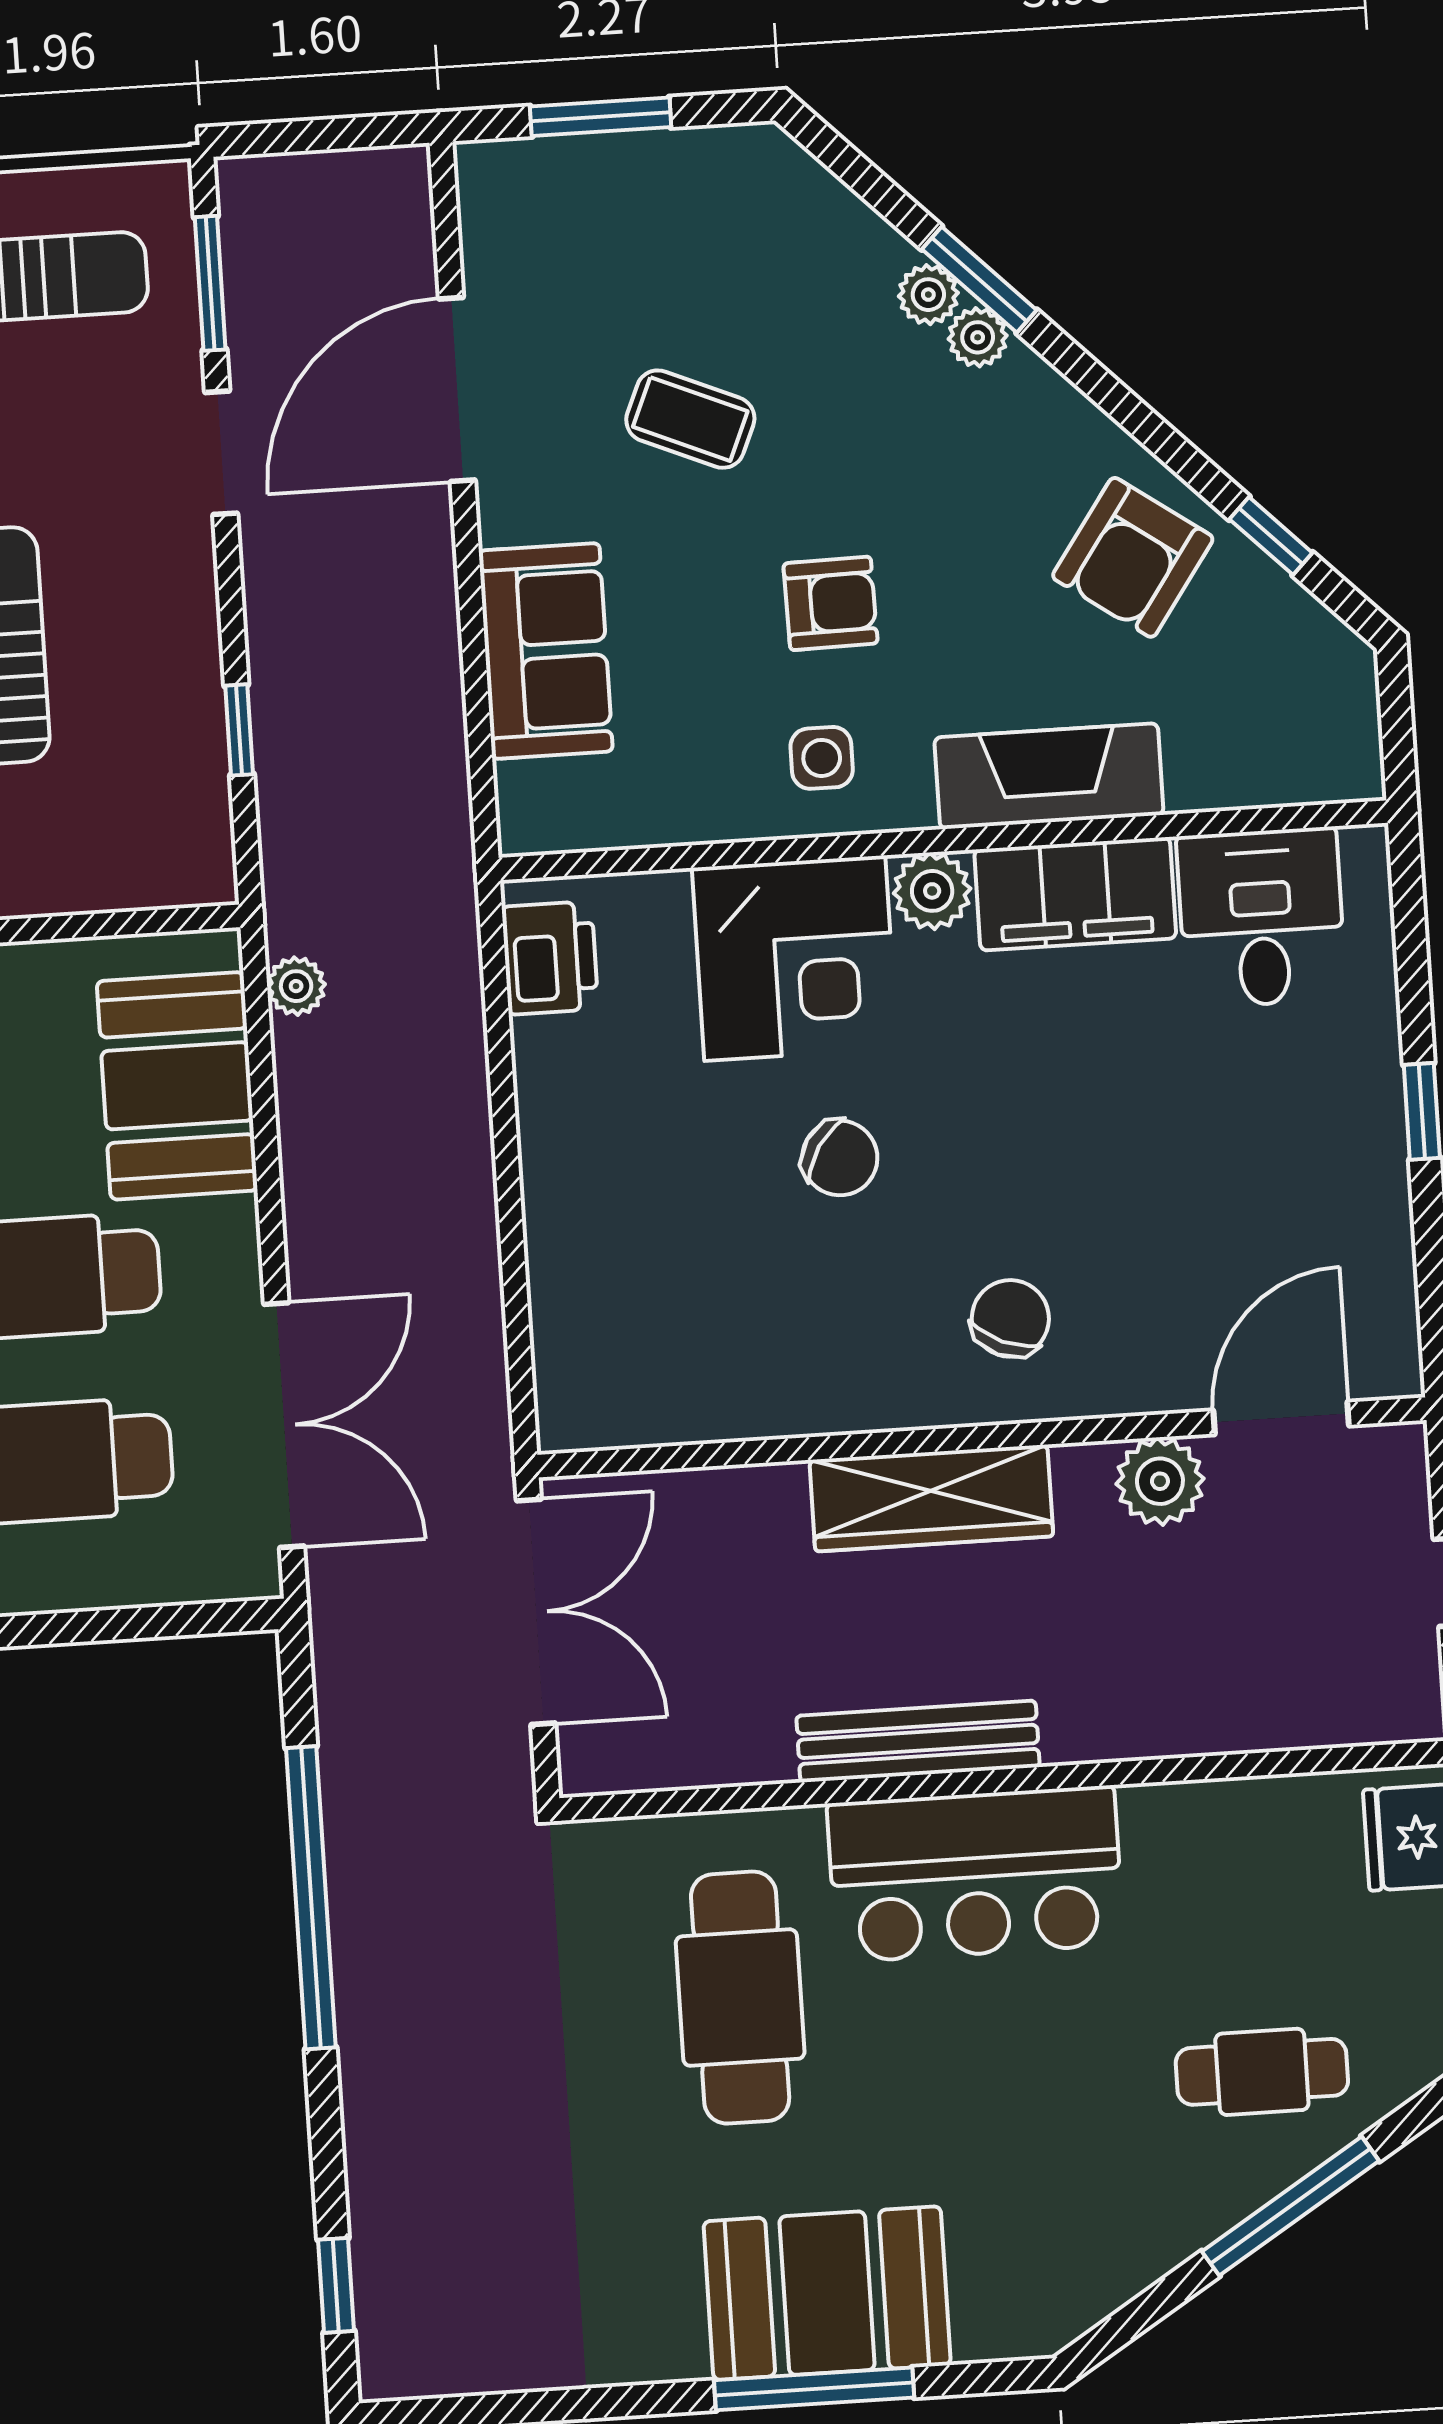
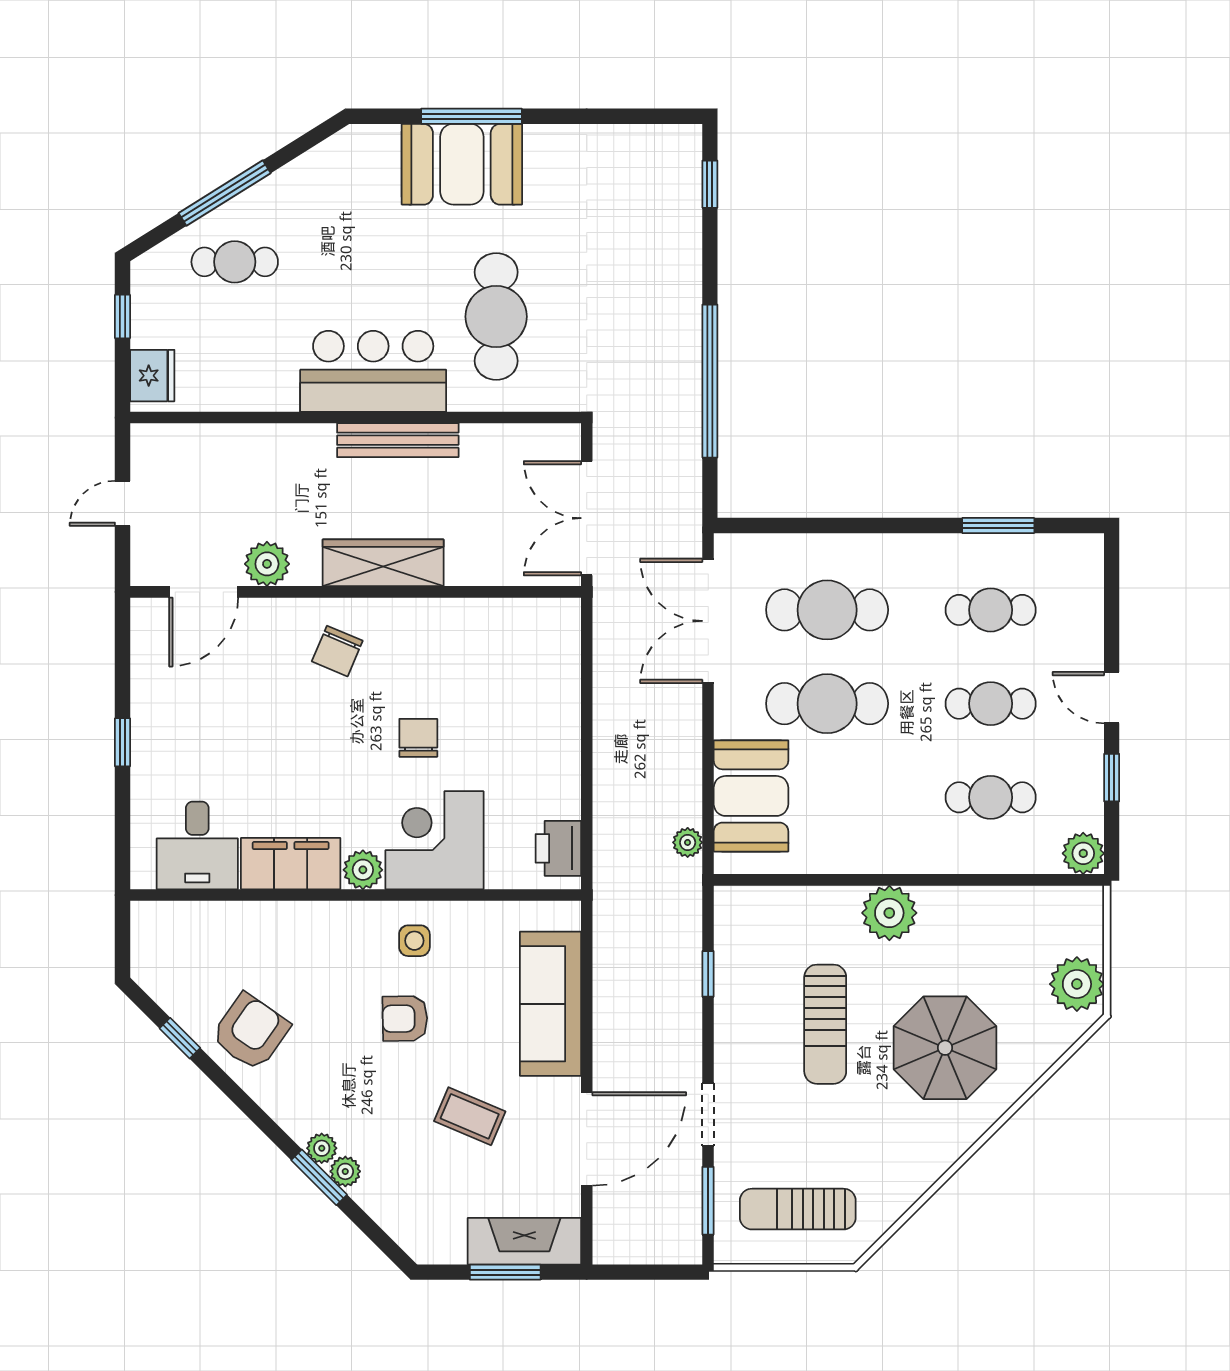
sofa: (546, 651) -> (550, 1004), width x1.36
fireplace: (1049, 776) -> (524, 1241), moved, turned 180
chair: (840, 1158) -> (418, 738), turned 57

